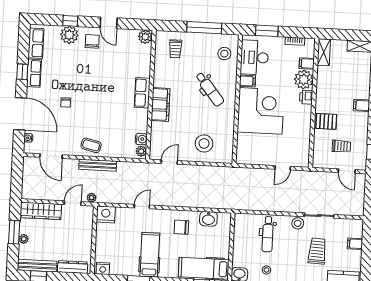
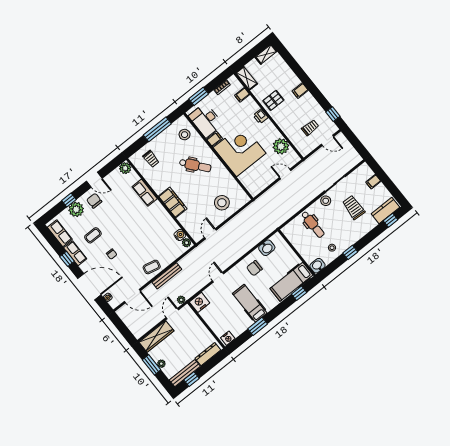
coffee table: (64, 71) -> (93, 235), added
plant: (304, 80) -> (281, 146), moved
row of seats: (142, 93) -> (145, 193), moved
pallet: (326, 121) -> (273, 100), moved
door: (283, 168) -> (285, 174), swing flipped

